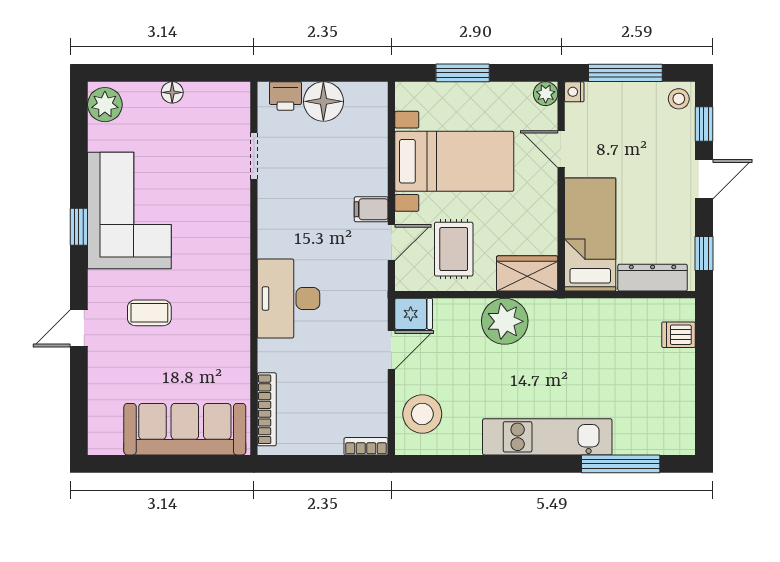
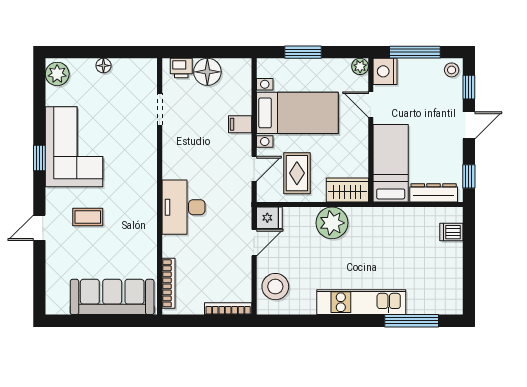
nightstand: (574, 92) -> (385, 71), width x1.89, depth x1.79
filing cabinet: (371, 209) -> (240, 124), moved
bookcase: (366, 446) -> (228, 309), width x1.56

